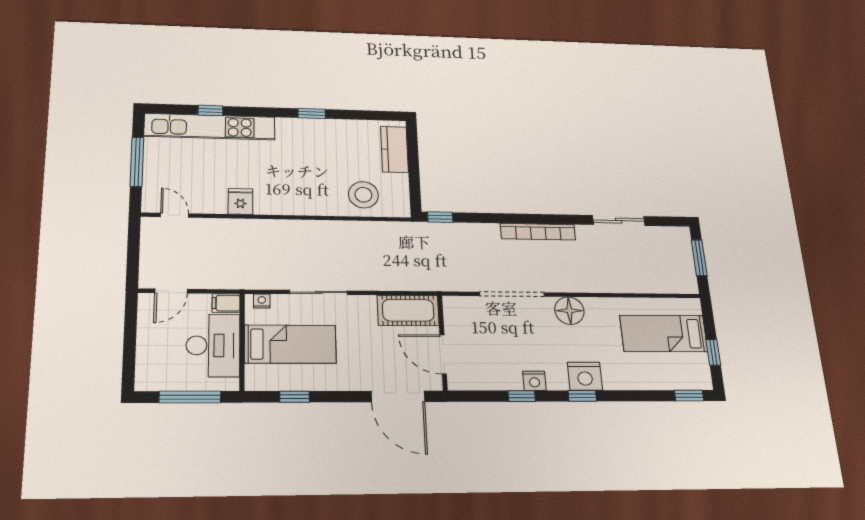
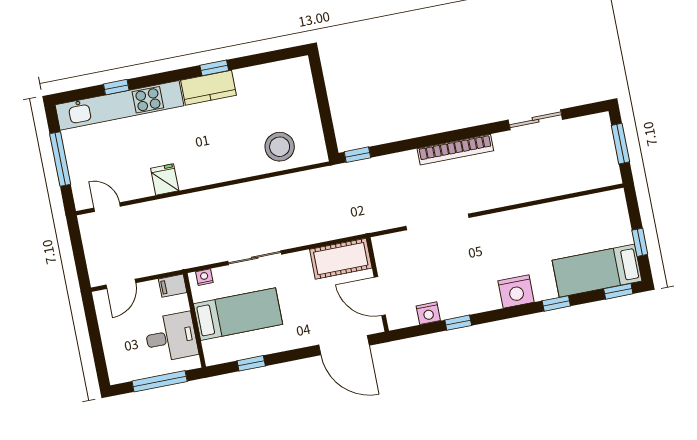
kitchen counter: (394, 149) -> (208, 88), moved, turned -90
floor lamp: (569, 311) -> (495, 227), removed
bed: (664, 333) -> (597, 271), moved
desk: (213, 345) -> (171, 337), width x0.73
nightstand: (534, 381) -> (428, 313), moved
window: (582, 396) -> (556, 303), moved

